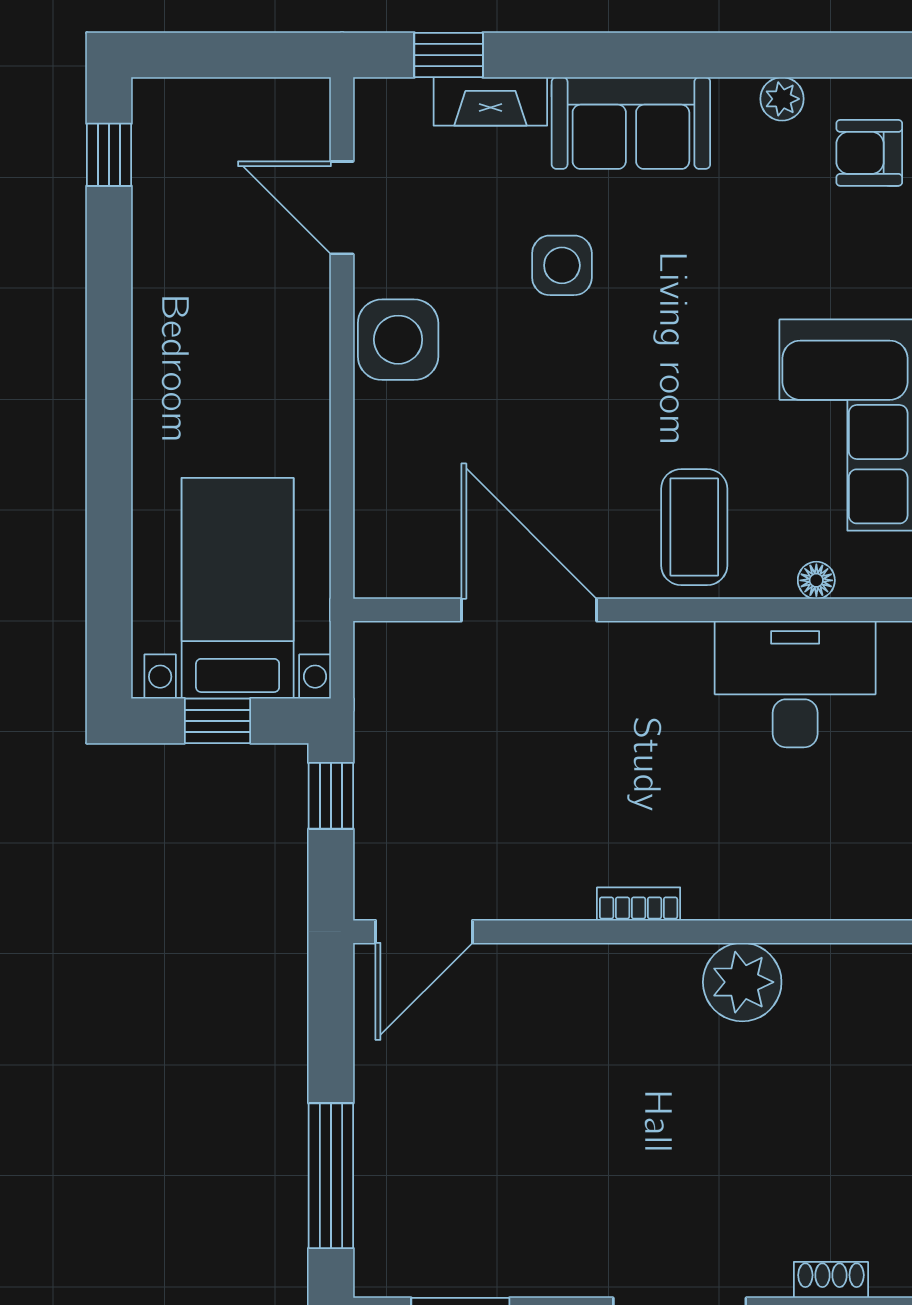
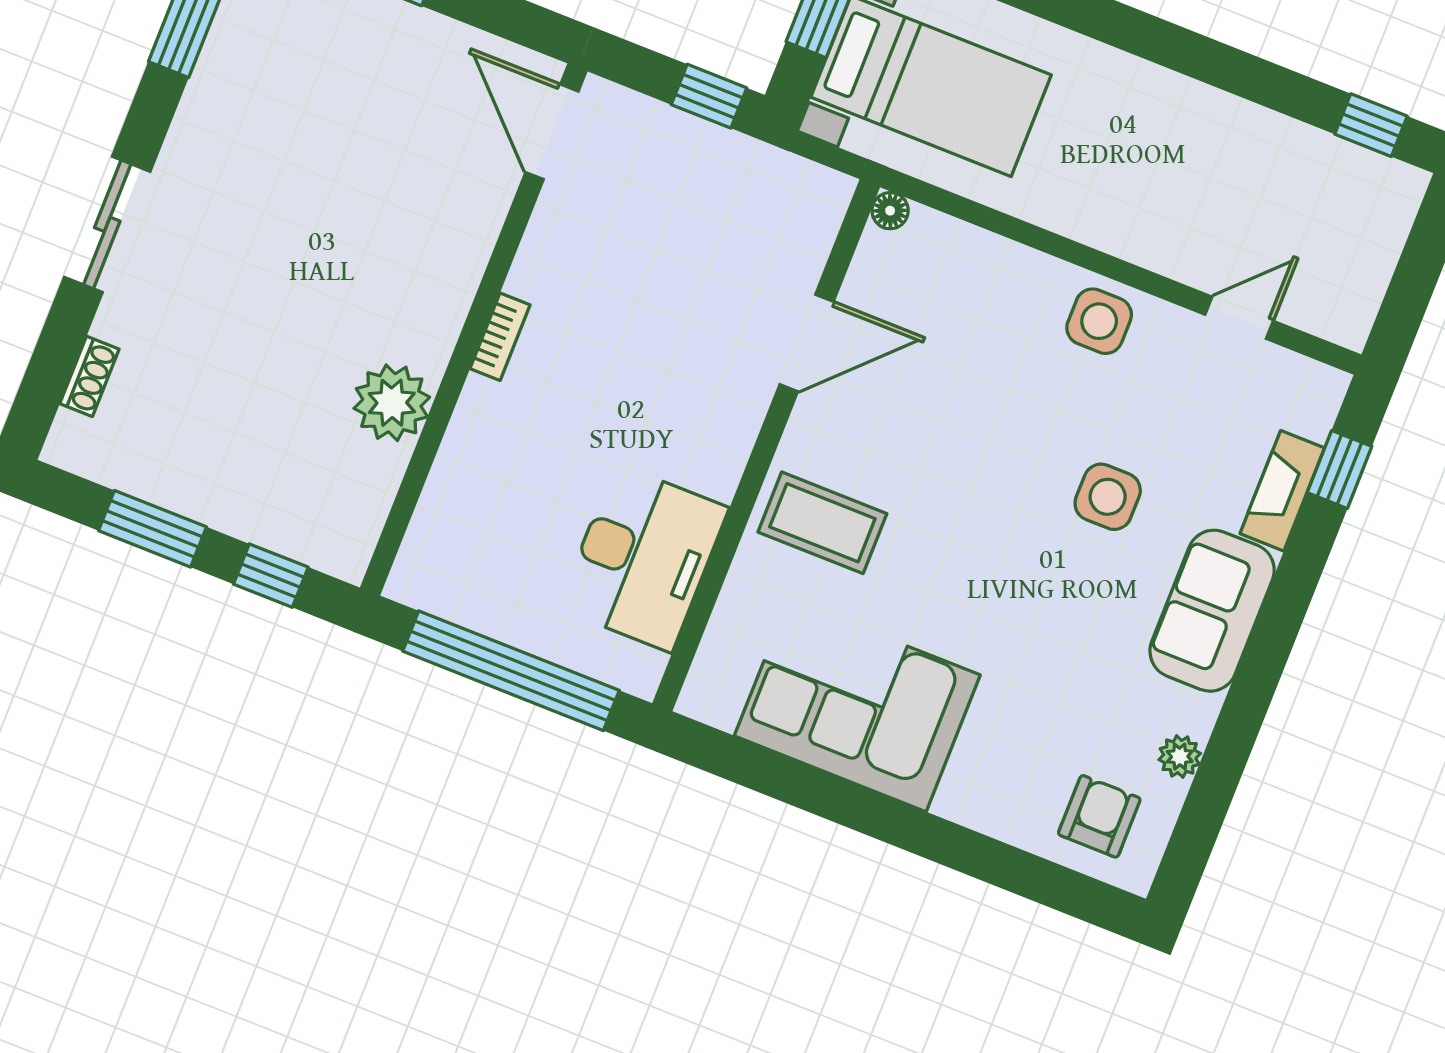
door: (342, 208) -> (1239, 318), width x0.73
side table: (398, 340) -> (1099, 321), width x0.73, depth x0.73
floor lamp: (816, 580) -> (890, 211), moved
door: (529, 610) -> (807, 343), width x0.73

